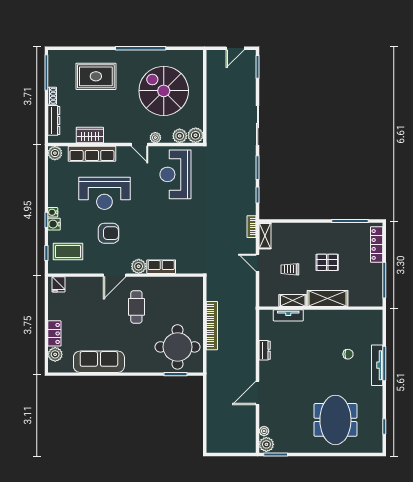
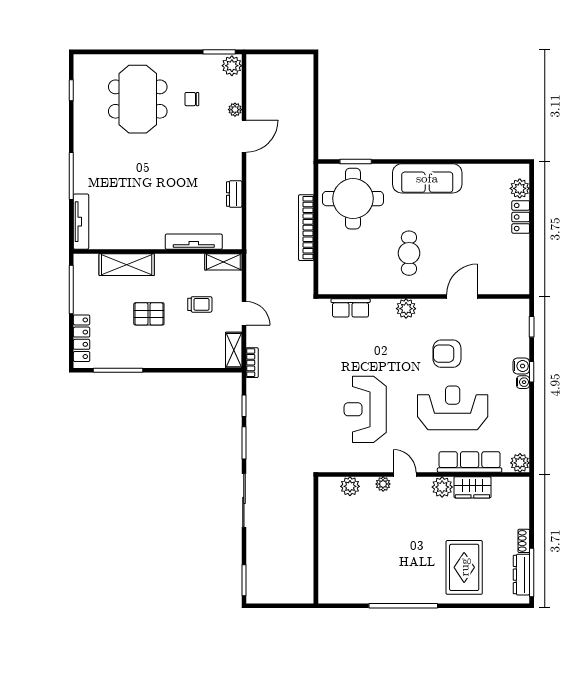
door: (235, 48) -> (274, 606), removed
rug: (96, 76) -> (464, 567), turned 90
spiral stairs: (164, 91) -> (372, 548), removed
dresser: (54, 120) -> (521, 575), moved
plant: (196, 135) -> (442, 487), moved
reception desk: (175, 174) -> (365, 409), moved, turned 180
coffee table: (68, 252) -> (502, 329), removed
row of seats: (161, 267) -> (351, 308), moved
door: (115, 275) -> (462, 296), moved
fridge: (58, 284) -> (515, 284), removed
shelving: (328, 298) -> (127, 265), moved
shelving: (293, 300) -> (223, 262), moved
tv unit: (288, 315) -> (194, 242), width x1.41
chair: (348, 354) -> (192, 99), moved
sofa: (99, 362) -> (427, 178), moved
tv unit: (377, 365) -> (81, 222), moved
plant: (264, 431) -> (235, 110), moved

